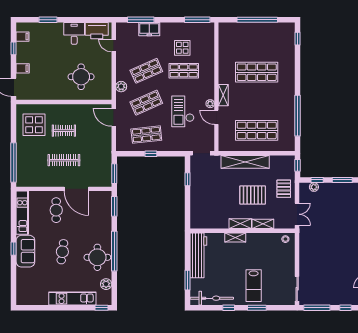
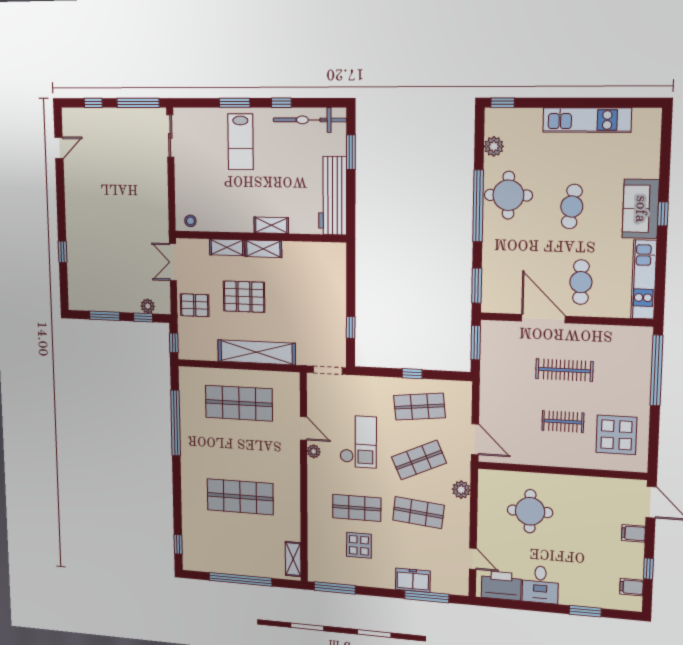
shop shelf: (146, 71) -> (418, 513), turned 30
shelving: (223, 95) -> (293, 559), moved
pallet: (284, 189) -> (195, 305), turned 90
lab bench: (254, 286) -> (241, 142), turned 180
kitchen unit: (72, 299) -> (587, 120), moved

